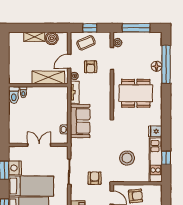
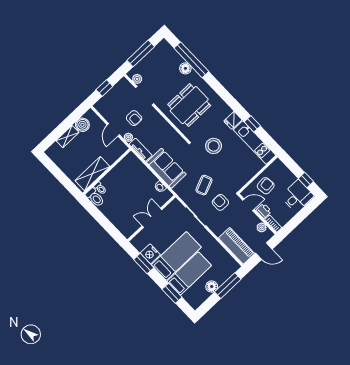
coffee table: (86, 43) -> (204, 185), moved
shelving: (48, 77) -> (92, 174), moved
stool: (127, 158) -> (214, 146), moved
window: (166, 158) -> (252, 124), moved

